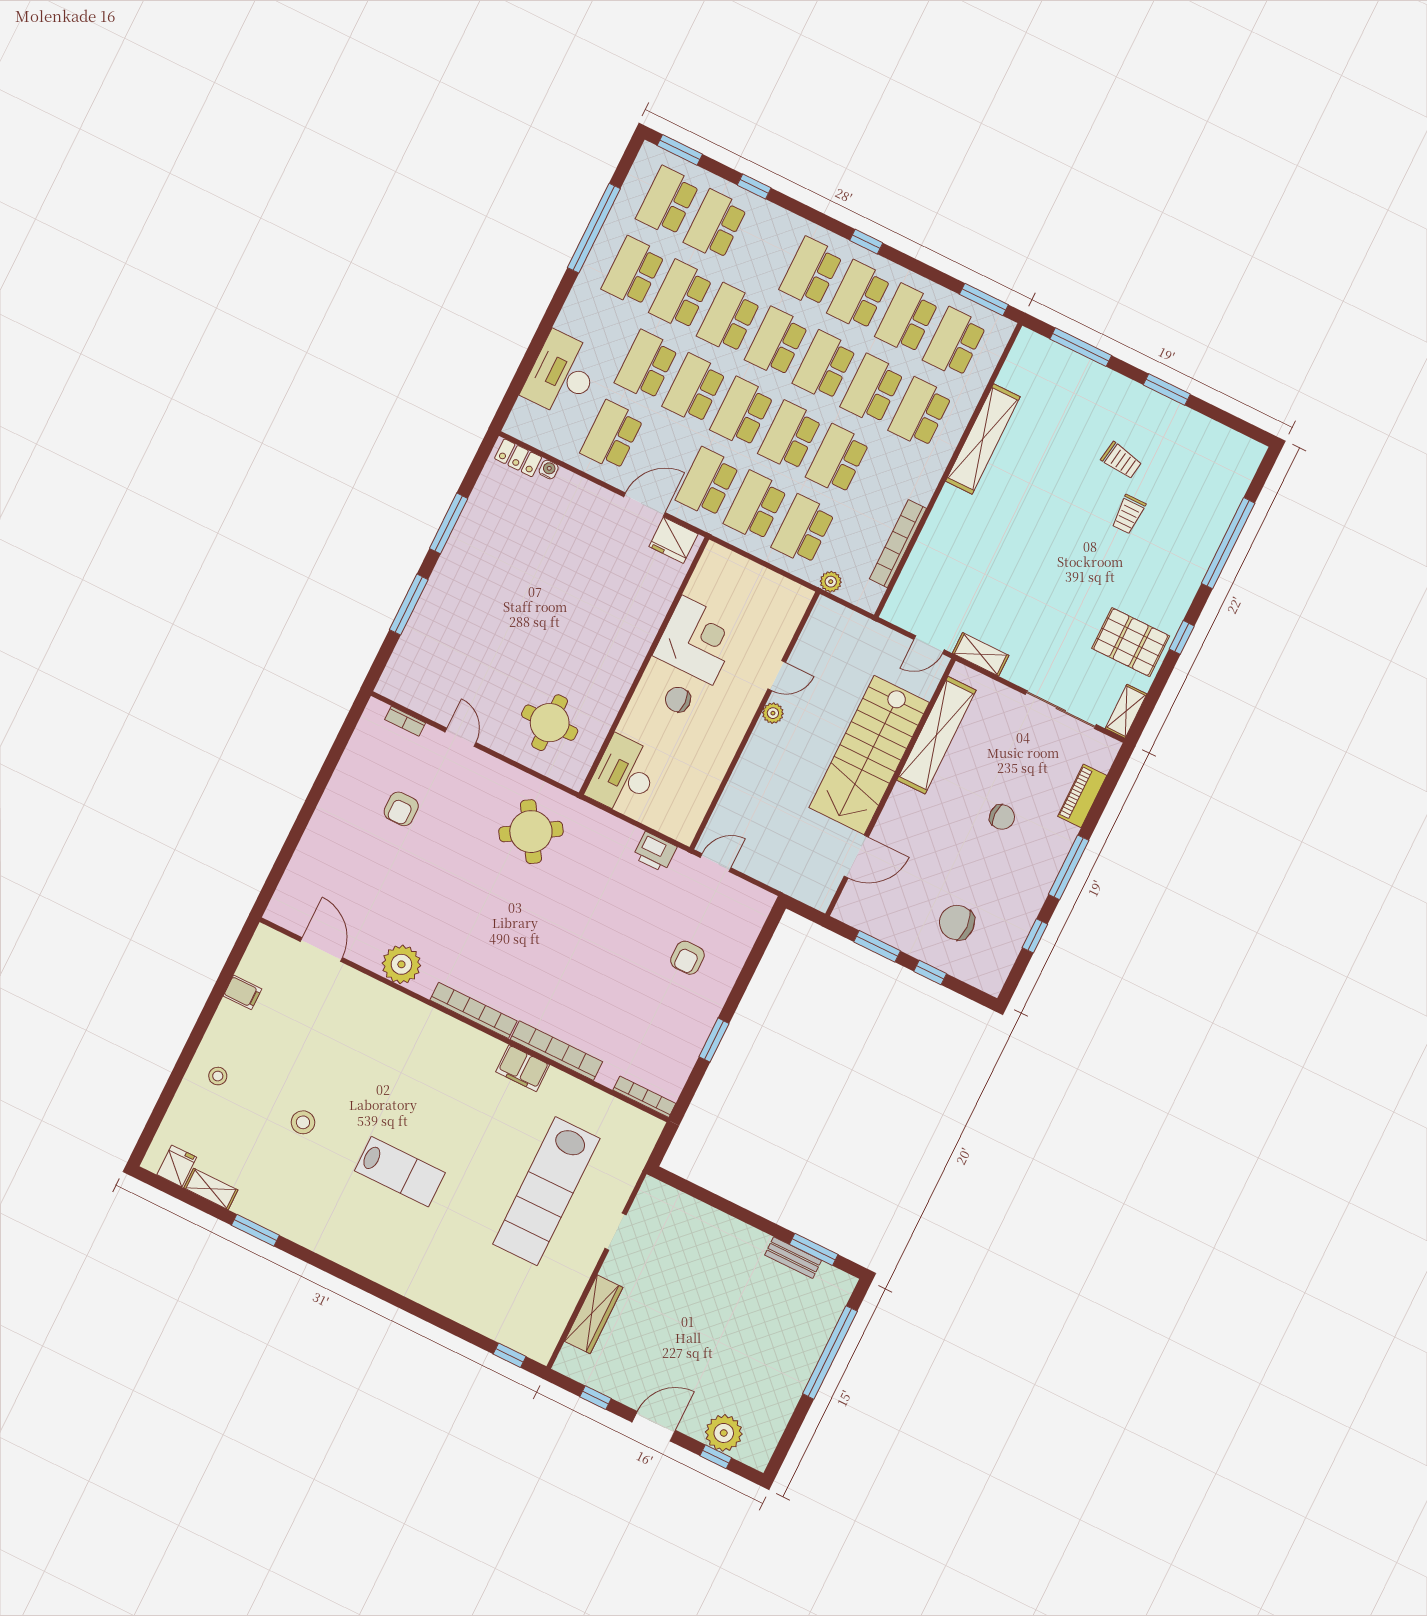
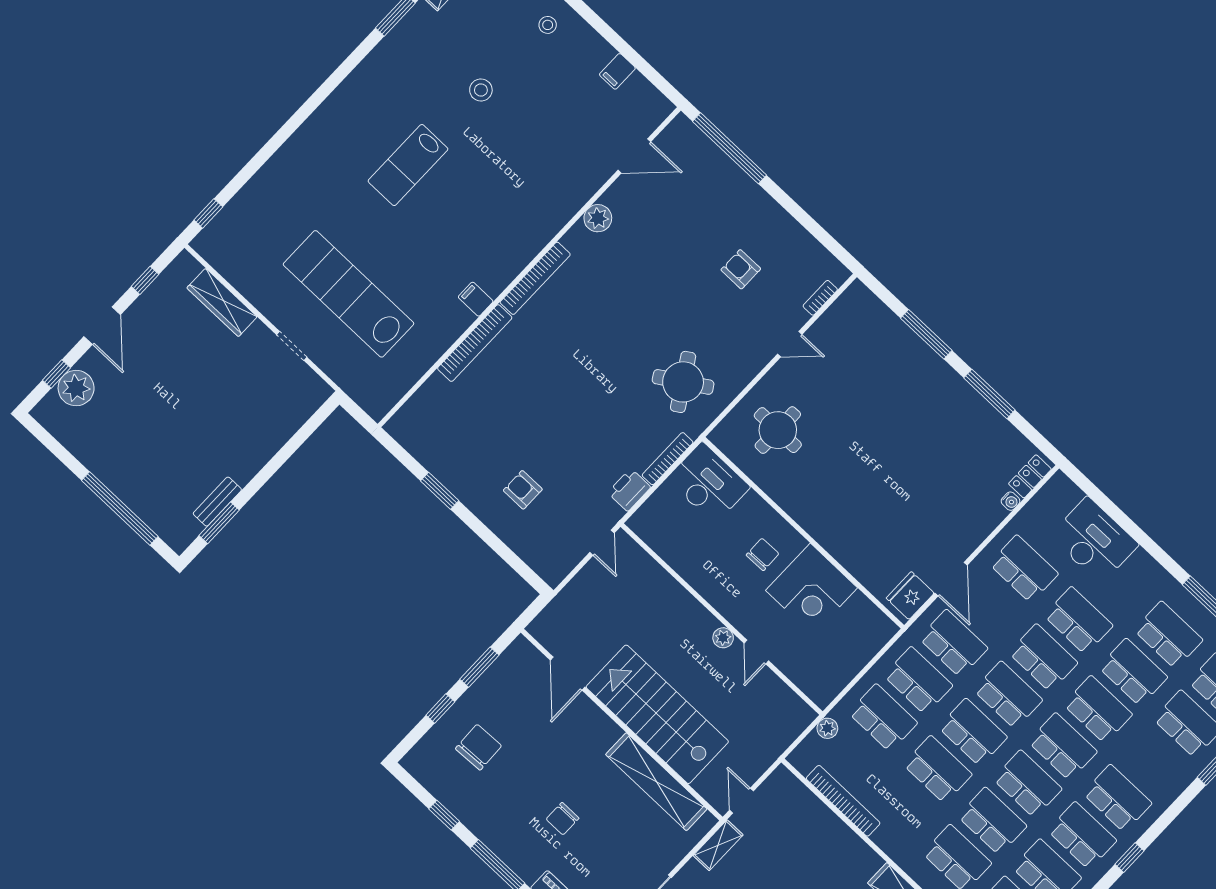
window: (284, 857) -> (730, 148), added
plant: (401, 964) -> (598, 218), width x0.73, depth x0.73
filing cabinet: (523, 1068) -> (476, 299), width x0.50
bookcase: (644, 1097) -> (668, 459), moved, turned 180

